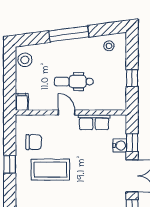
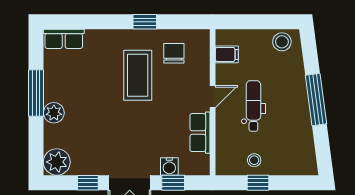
stool: (109, 46) -> (254, 160), moved
filing cabinet: (22, 102) -> (227, 54), moved
chair: (34, 142) -> (174, 53), turned 180

